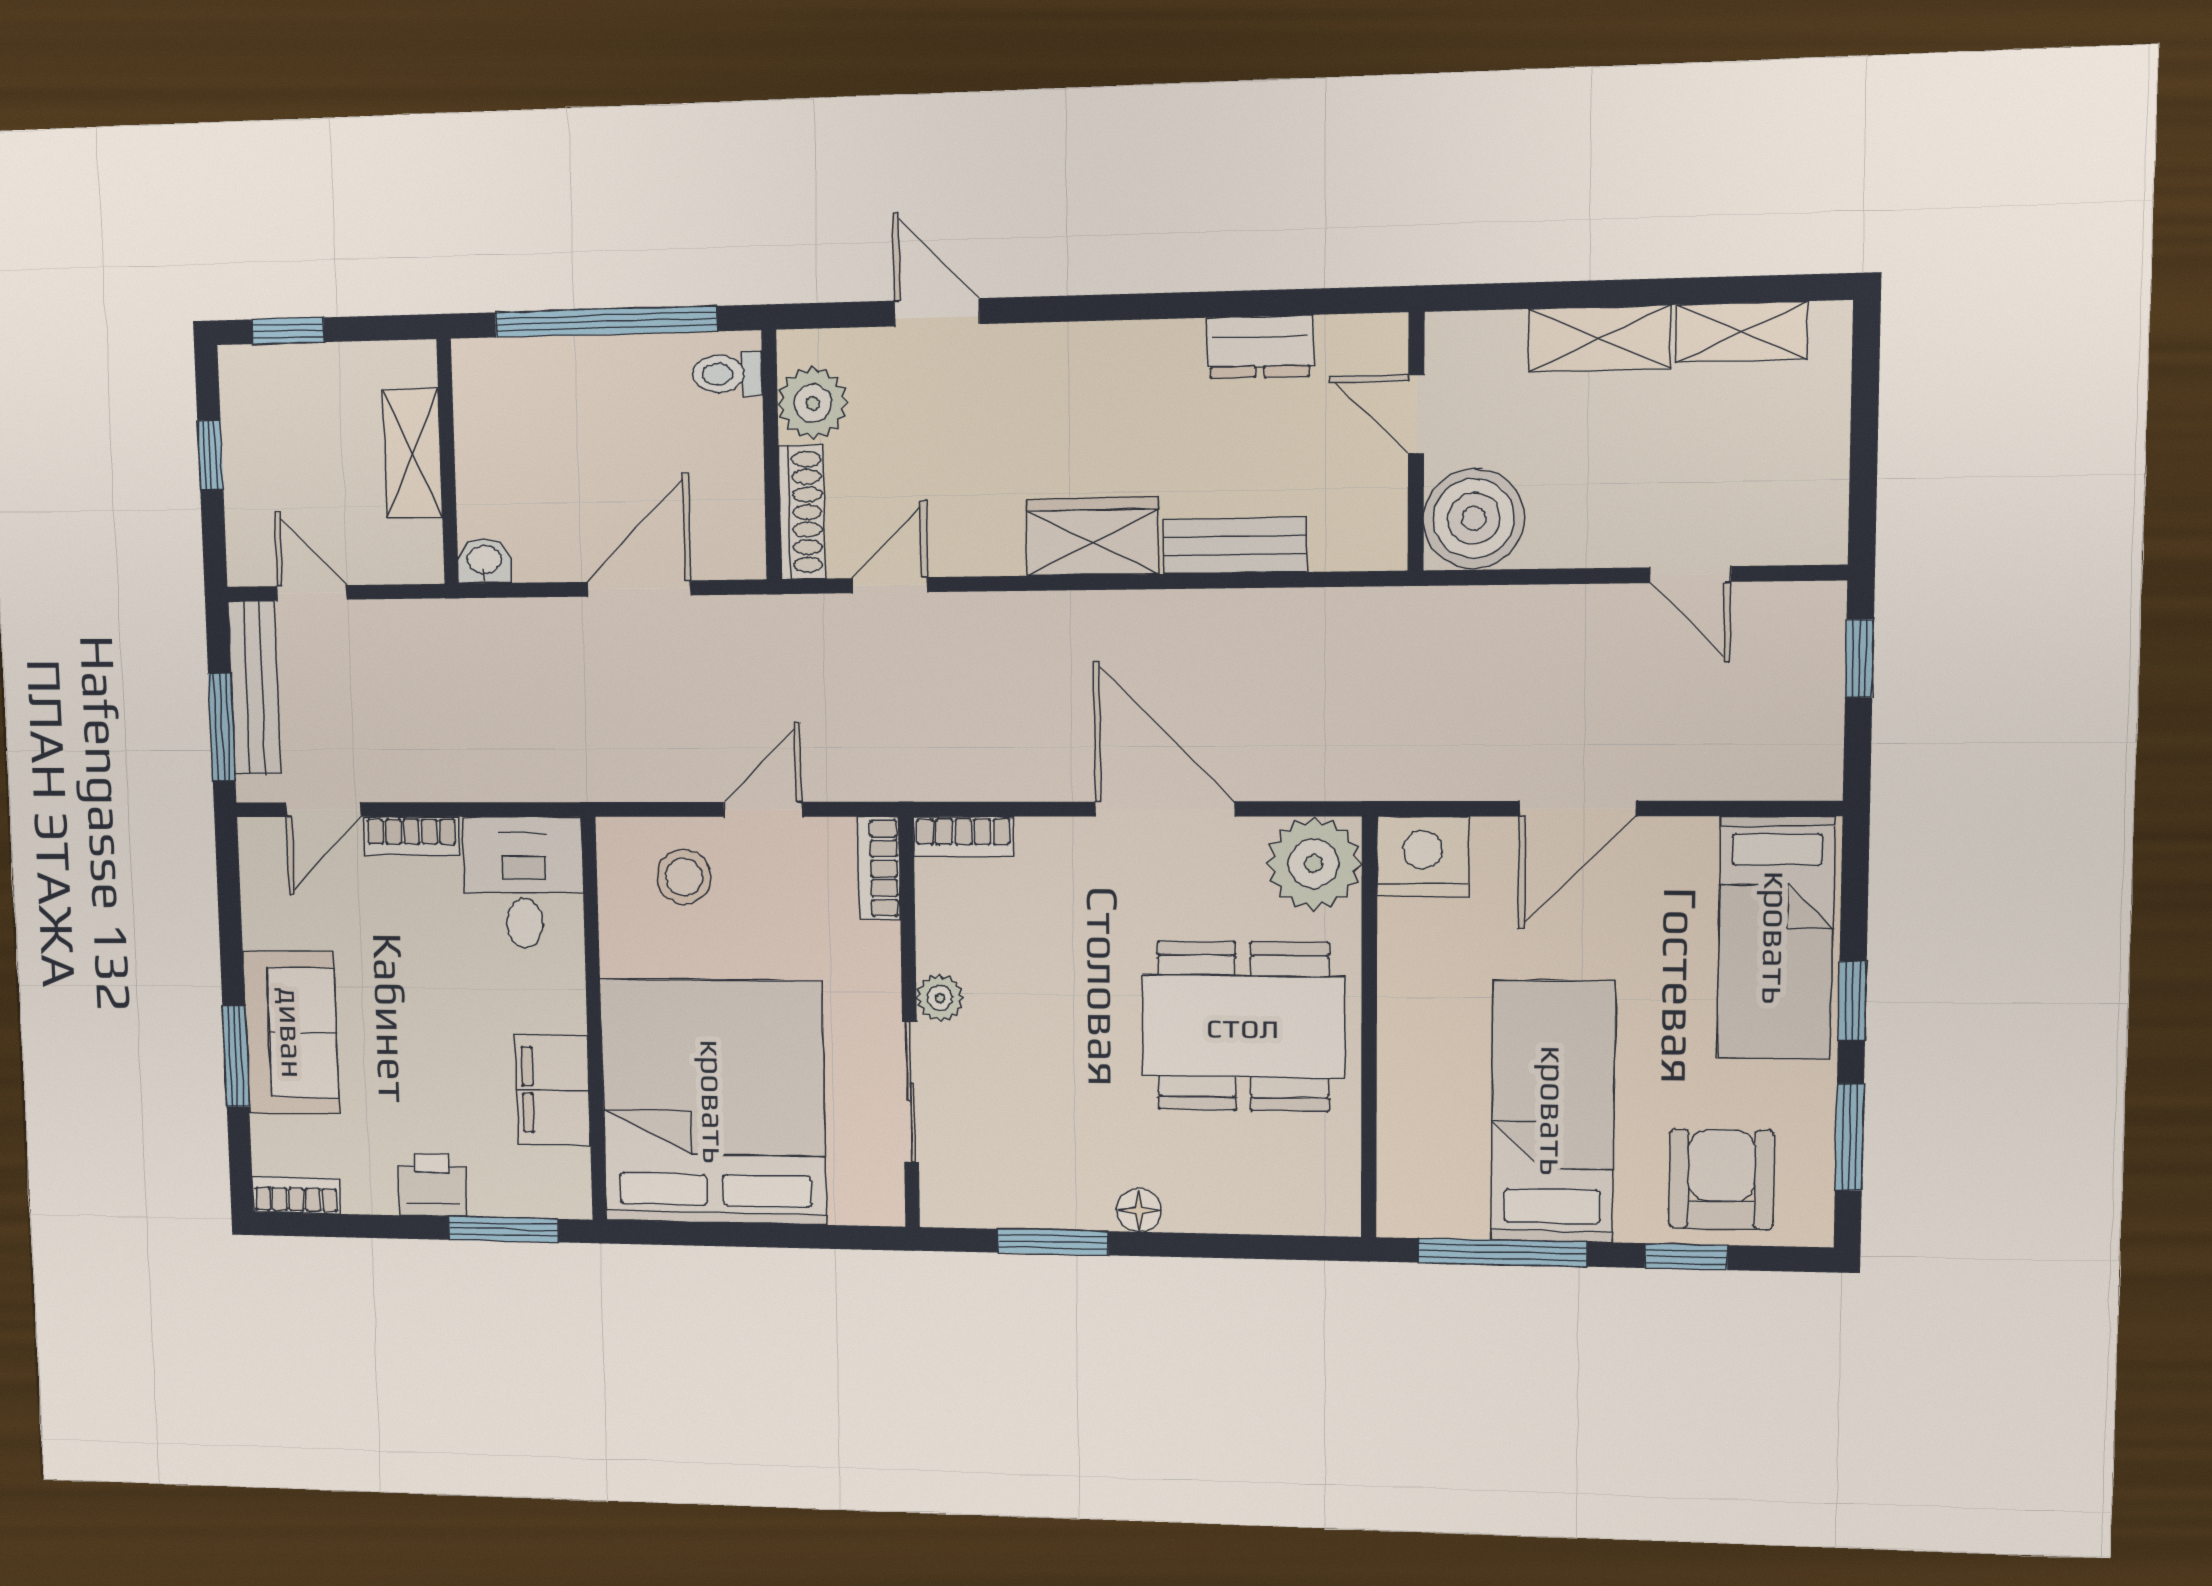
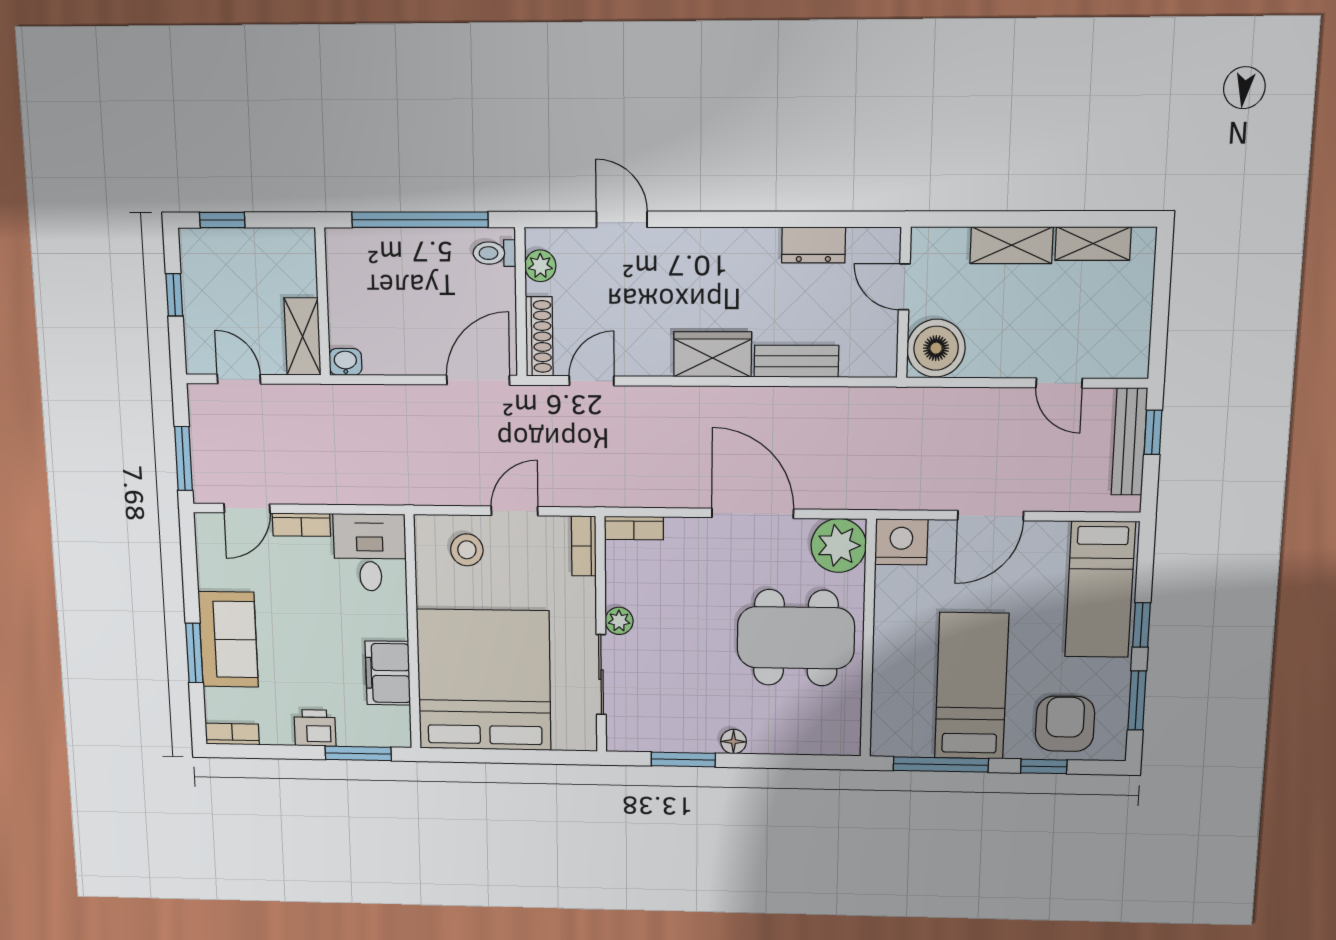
plant: (813, 403) -> (540, 266), width x0.73, depth x0.73
shelving: (413, 454) -> (302, 337), moved
door: (639, 589) -> (478, 380), moved
bench: (255, 688) -> (1129, 442), moved

